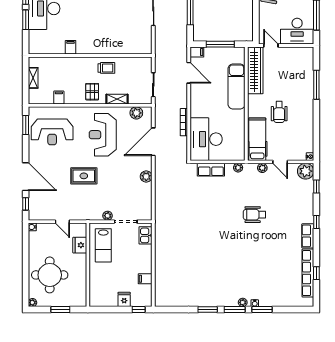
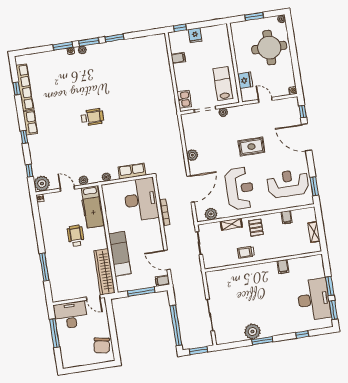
wheelchair: (254, 215) -> (92, 117), moved

